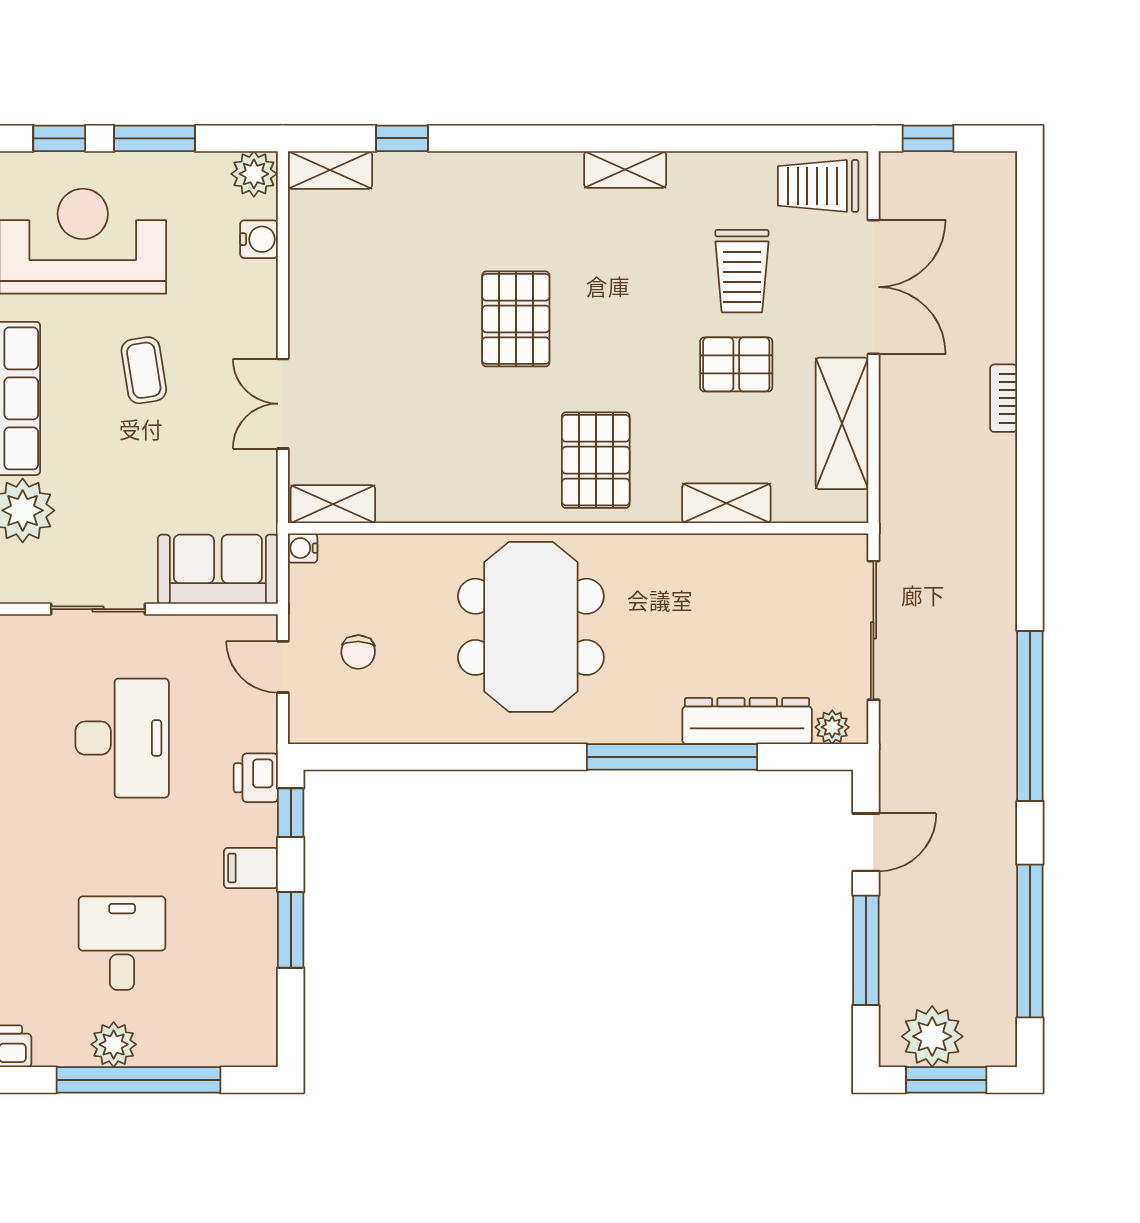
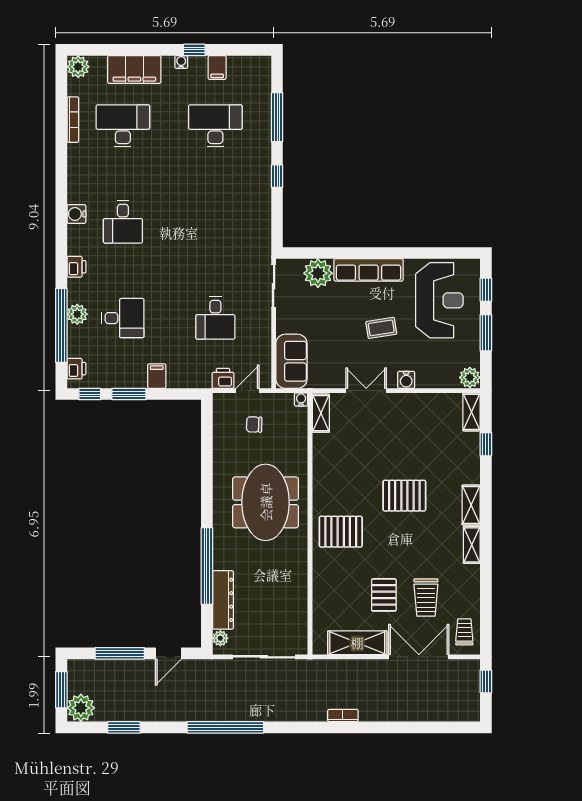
trolley: (818, 186) -> (464, 632), width x0.73, depth x0.72
water cooler: (259, 239) -> (406, 380), moved
trolley: (742, 271) -> (426, 598), turned -90
double door: (873, 287) -> (419, 657), swing flipped
bookcase: (1004, 398) -> (343, 716), moved
shelving: (726, 503) -> (471, 505), moved
sliding door: (98, 609) -> (274, 286), moved
meeting table: (531, 627) -> (266, 502), turned 90
desk: (122, 738) -> (215, 318), width x0.73
printer: (256, 778) -> (223, 378), moved
window: (291, 813) -> (90, 394), moved
door: (866, 842) -> (168, 653), hinge flipped
window: (1030, 941) -> (124, 727), width x0.47
plant: (932, 1036) -> (81, 708), moved
printer: (234, 1046) -> (76, 369), added

